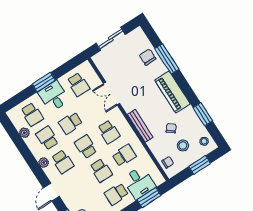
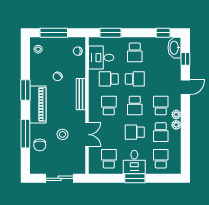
window: (203, 114) -> (25, 90), moved
school desk: (70, 123) -> (135, 132), turned 180
plant: (24, 133) -> (176, 125), moved
stool: (183, 146) -> (63, 134), moved
window: (200, 165) -> (54, 33), width x1.44
school desk: (101, 170) -> (135, 79), turned 90
desk: (139, 183) -> (101, 58), moved, turned -90
school desk: (116, 194) -> (135, 52), turned 90

